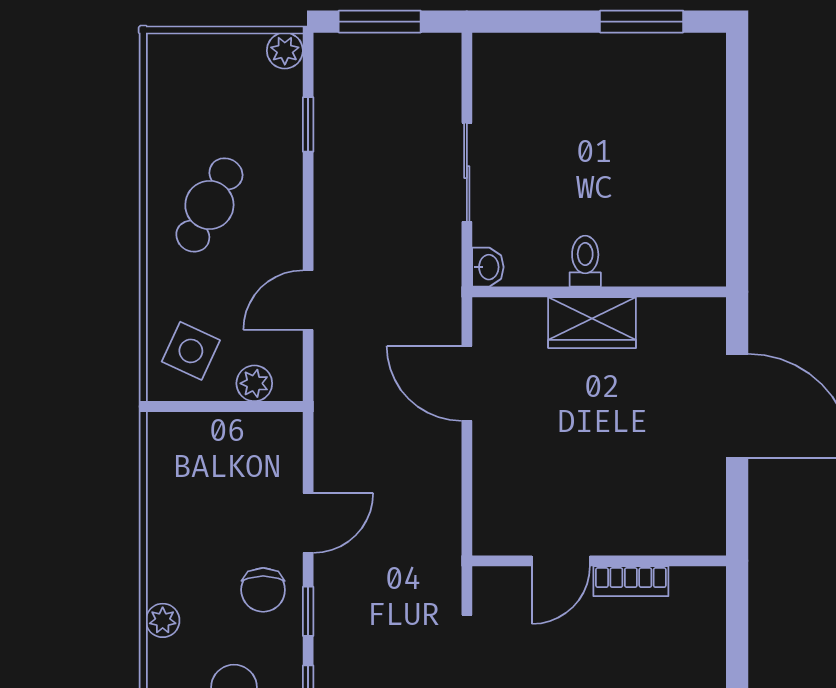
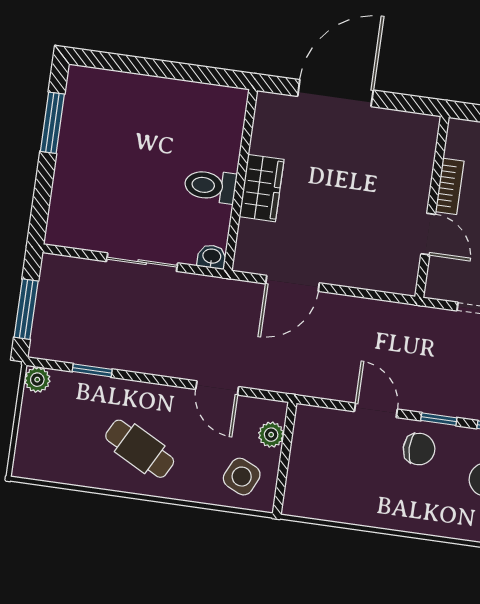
toilet: (585, 261) -> (210, 186), width x1.37, depth x1.39
plant: (163, 620) -> (431, 524), removed

